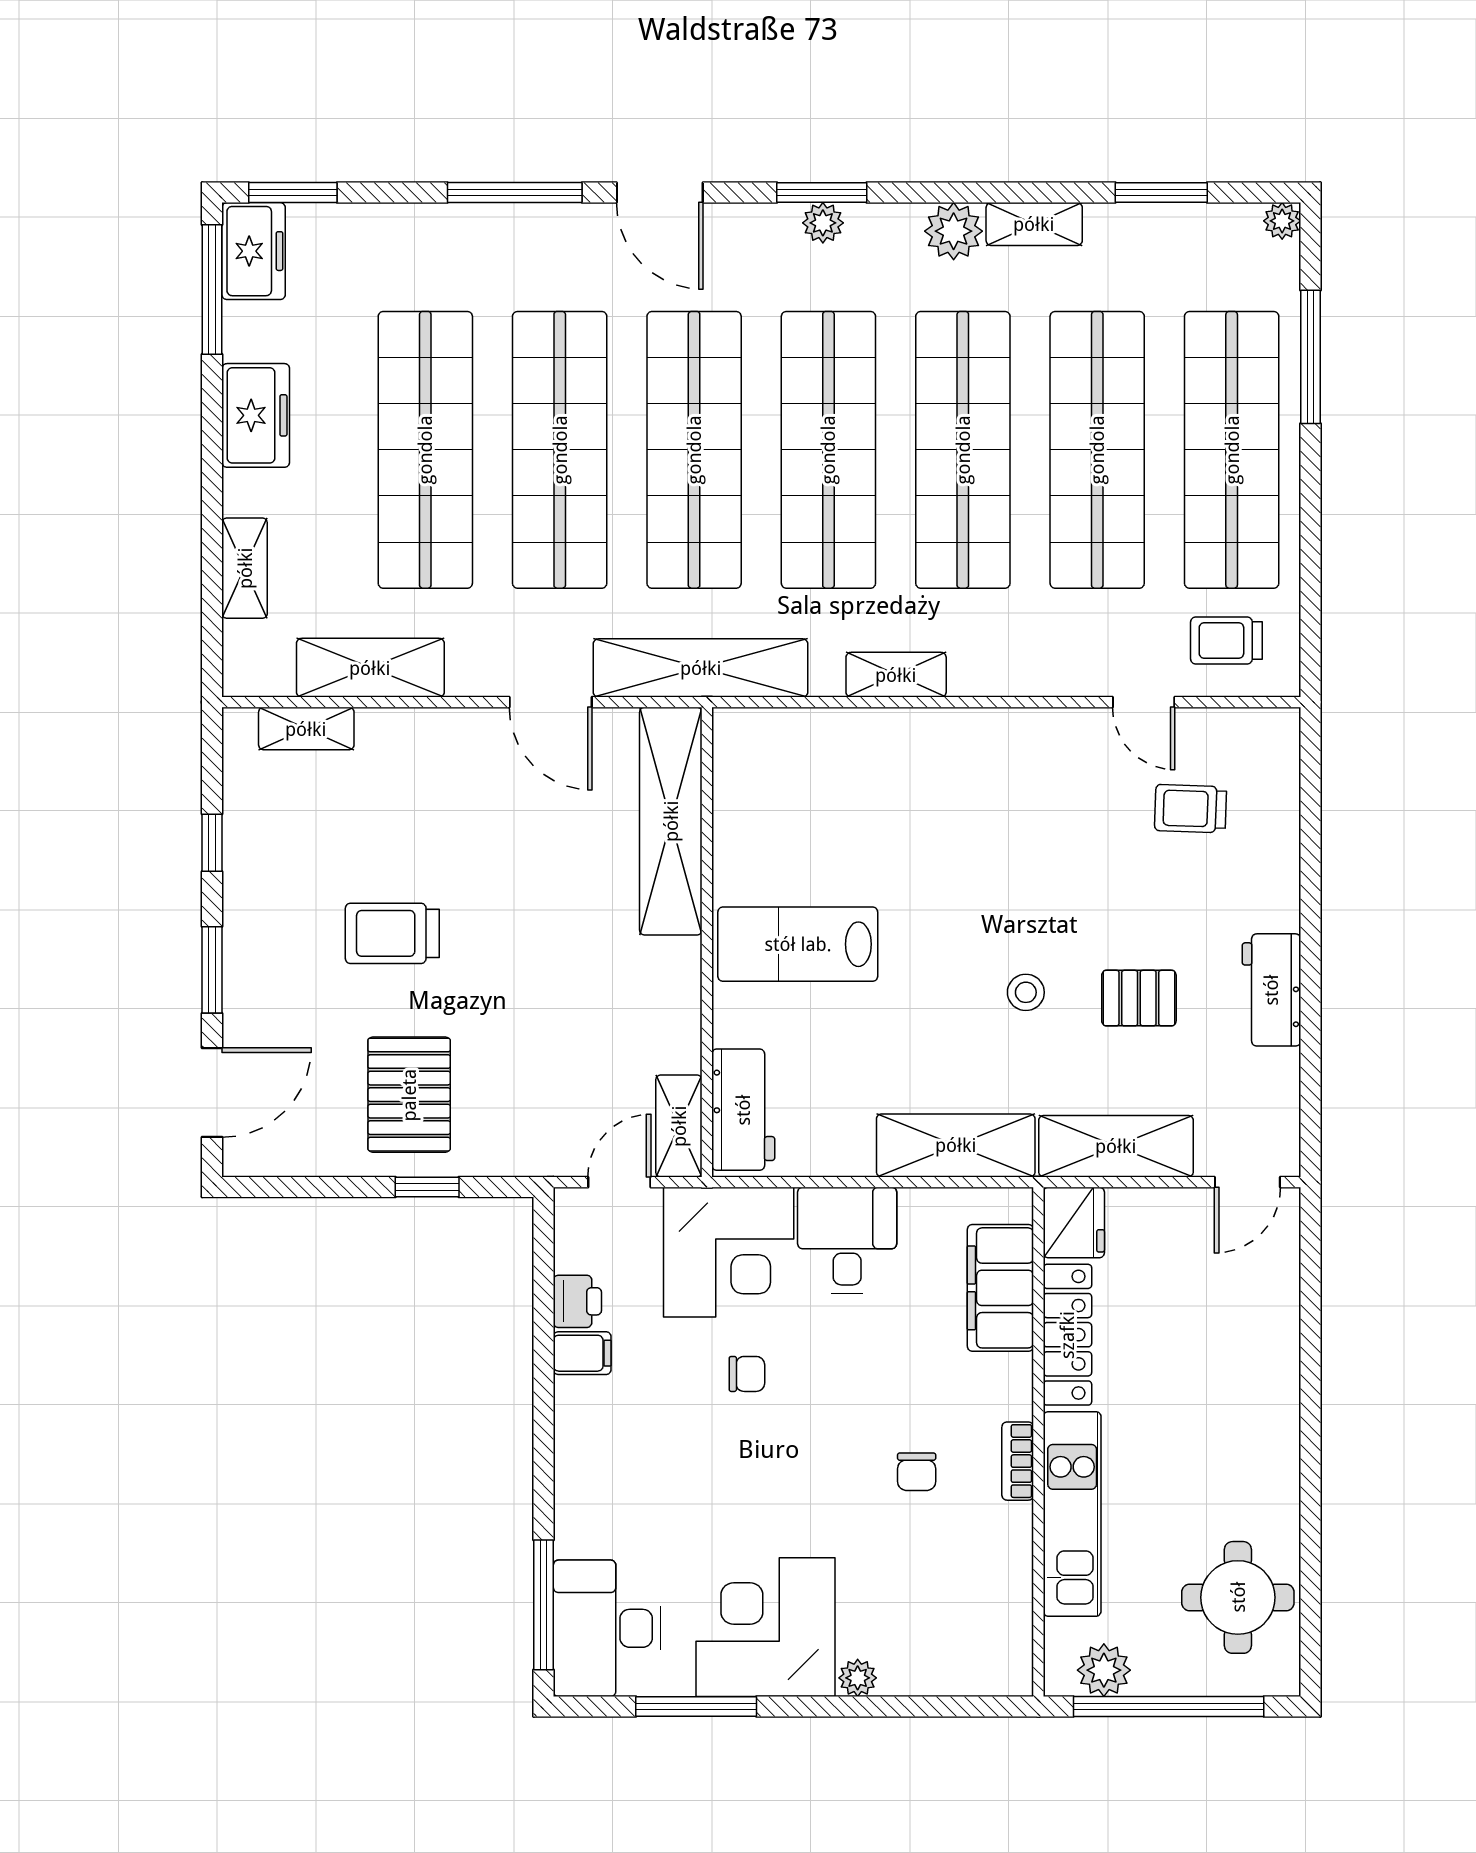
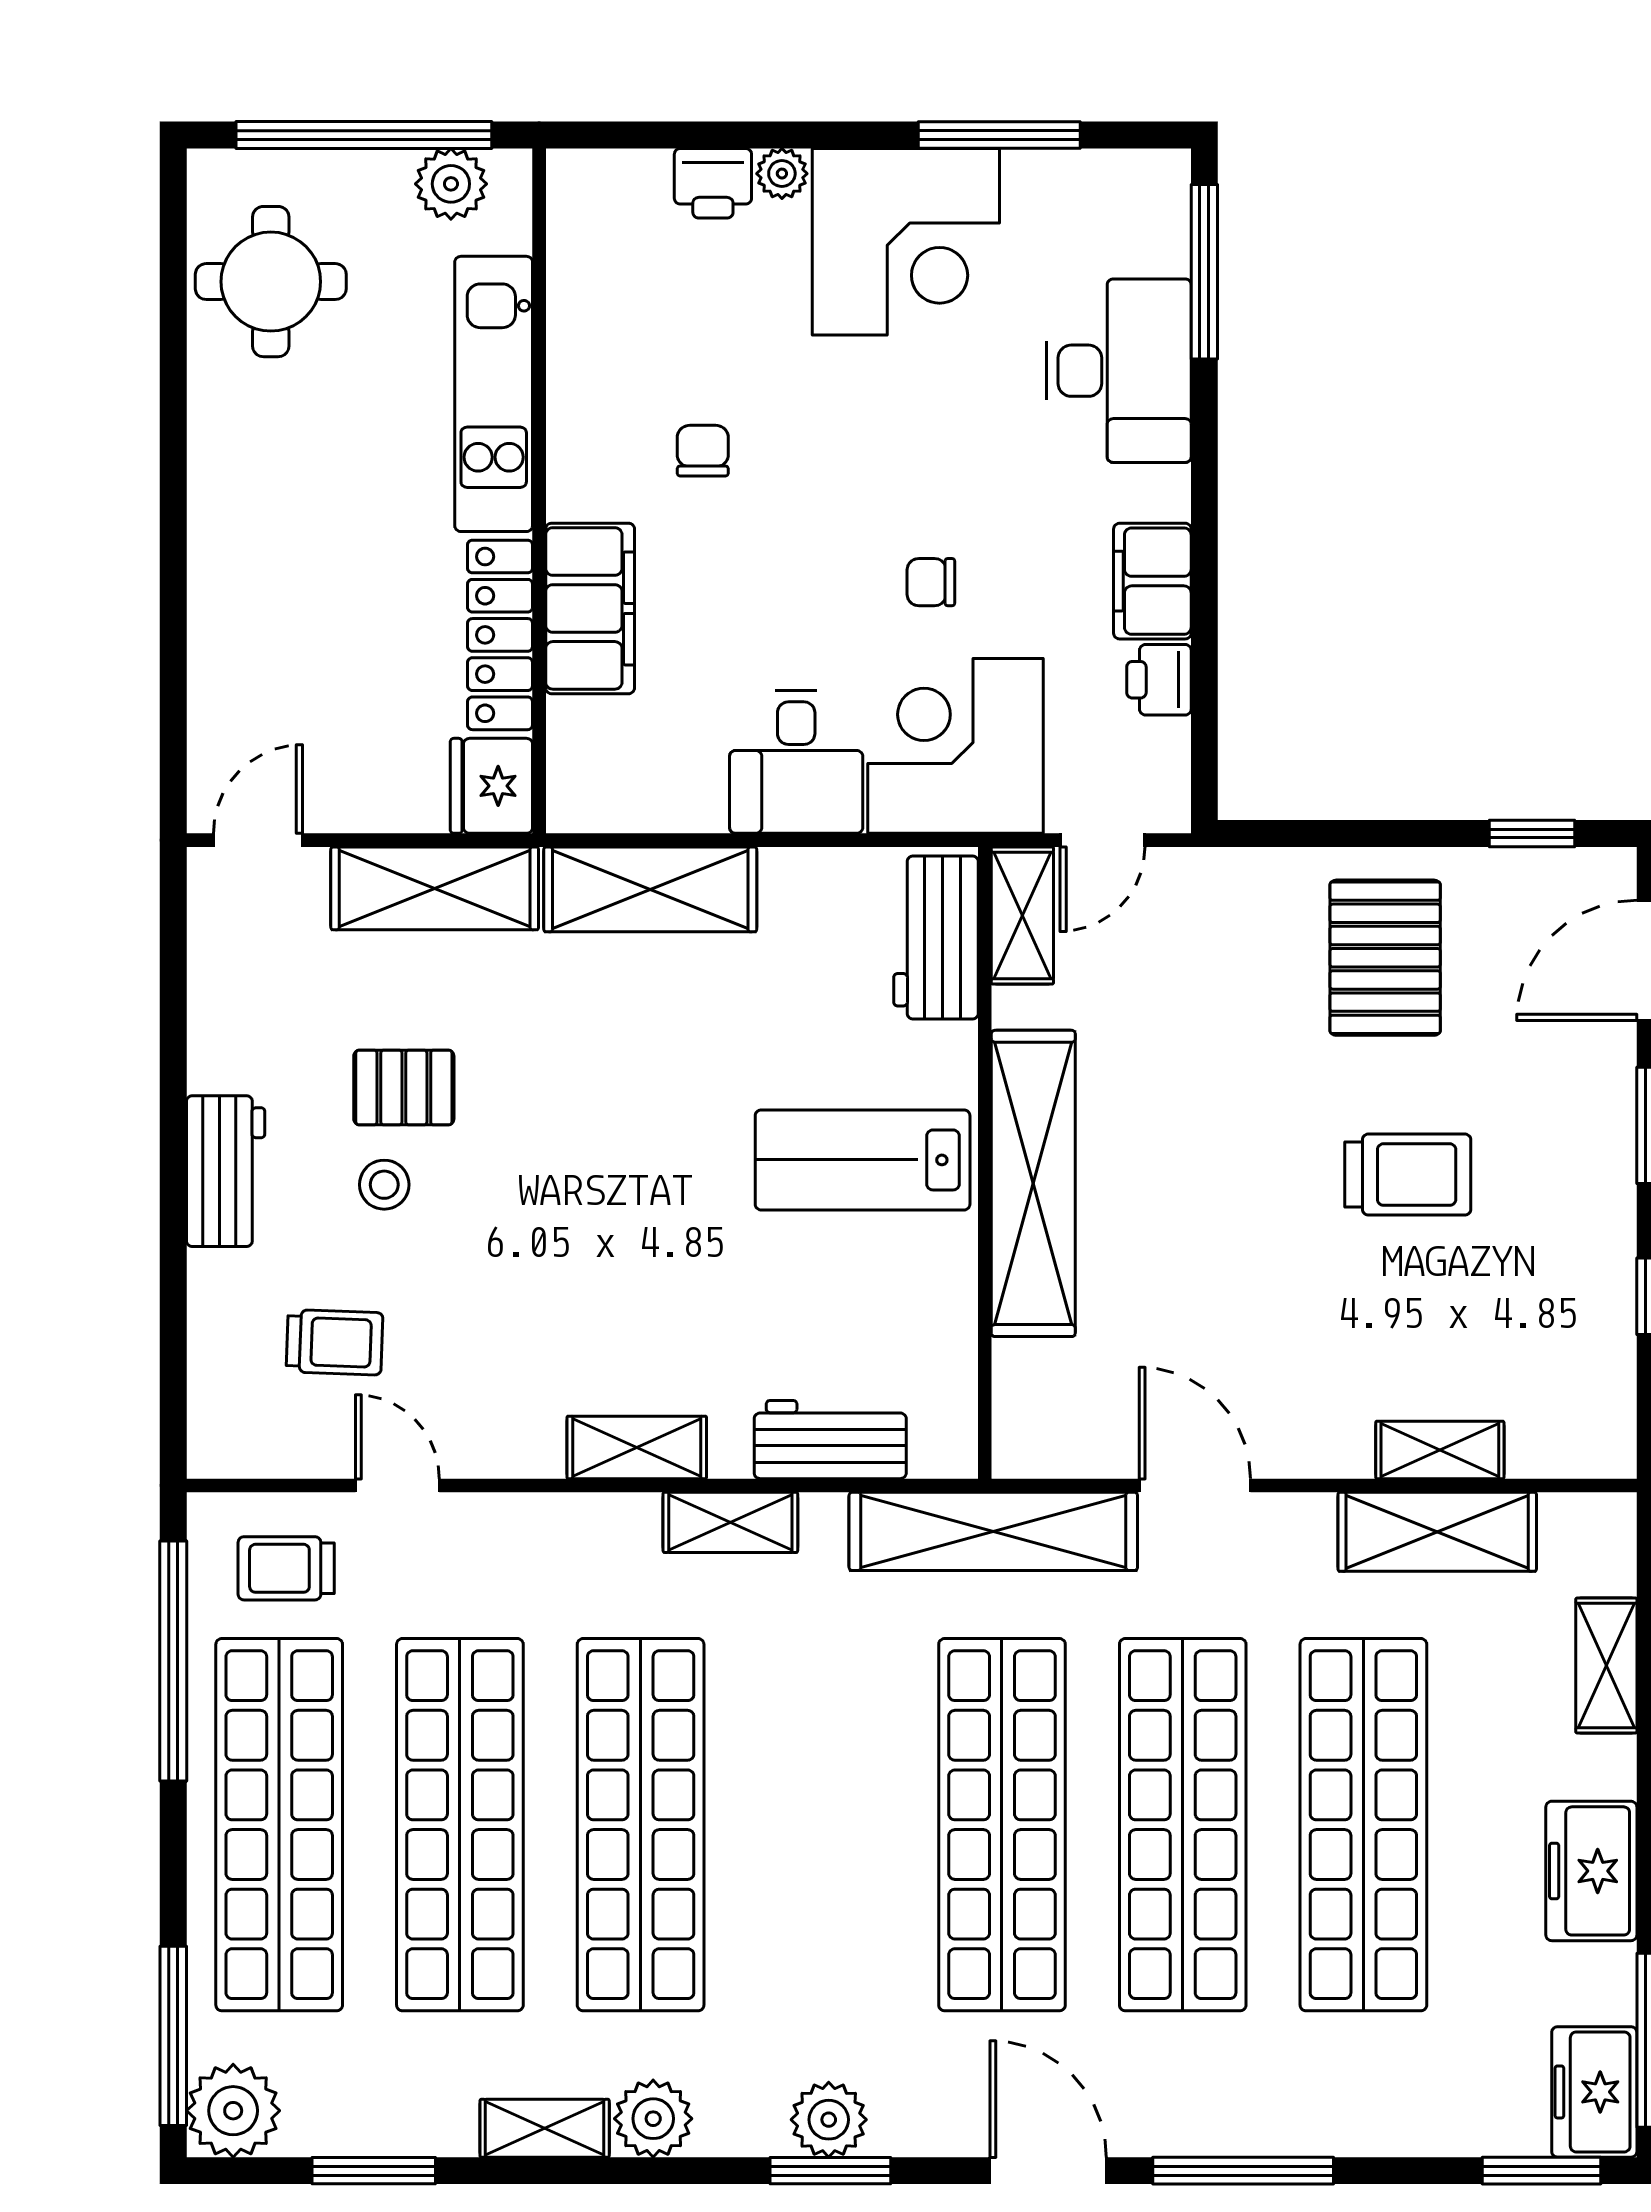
plant: (1282, 221) -> (233, 2111), width x1.87, depth x1.87
plant: (823, 223) -> (829, 2120), width x1.38, depth x1.38
window: (1310, 357) -> (173, 2036), moved
shop shelf: (828, 450) -> (821, 1825), removed
window: (1310, 572) -> (173, 1661), added
trolley: (1226, 640) -> (286, 1568), turned 180
shelving: (306, 729) -> (1440, 1450), moved
shelving: (966, 730) -> (637, 1447), added
workbench: (822, 736) -> (830, 1440), added
shelving: (671, 821) -> (1033, 1183), moved
lab bench: (798, 944) -> (863, 1160), turned 180
workbench: (1271, 990) -> (226, 1171), moved
stool: (1026, 992) -> (384, 1185), moved
window: (427, 1187) -> (1532, 833), moved
filing cabinet: (1000, 1288) -> (590, 608), moved
filing cabinet: (582, 1353) -> (1152, 581), width x2.00
bookcase: (1018, 1461) -> (567, 465), removed
desk: (607, 1628) -> (1119, 371), moved
printer: (909, 1671) -> (713, 183), added

